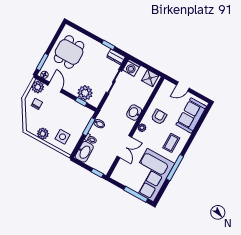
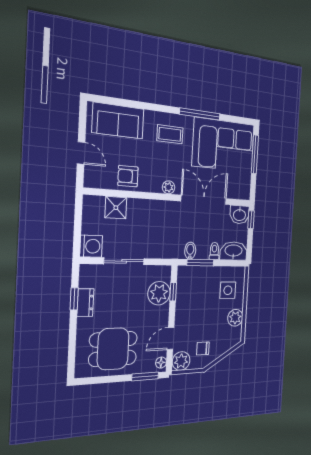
dresser: (116, 57) -> (85, 303), moved
shower: (150, 78) -> (116, 208), moved
washbasin: (134, 113) -> (239, 215), moved
armchair: (159, 117) -> (128, 176), moved
double door: (124, 147) -> (204, 200), width x1.37

